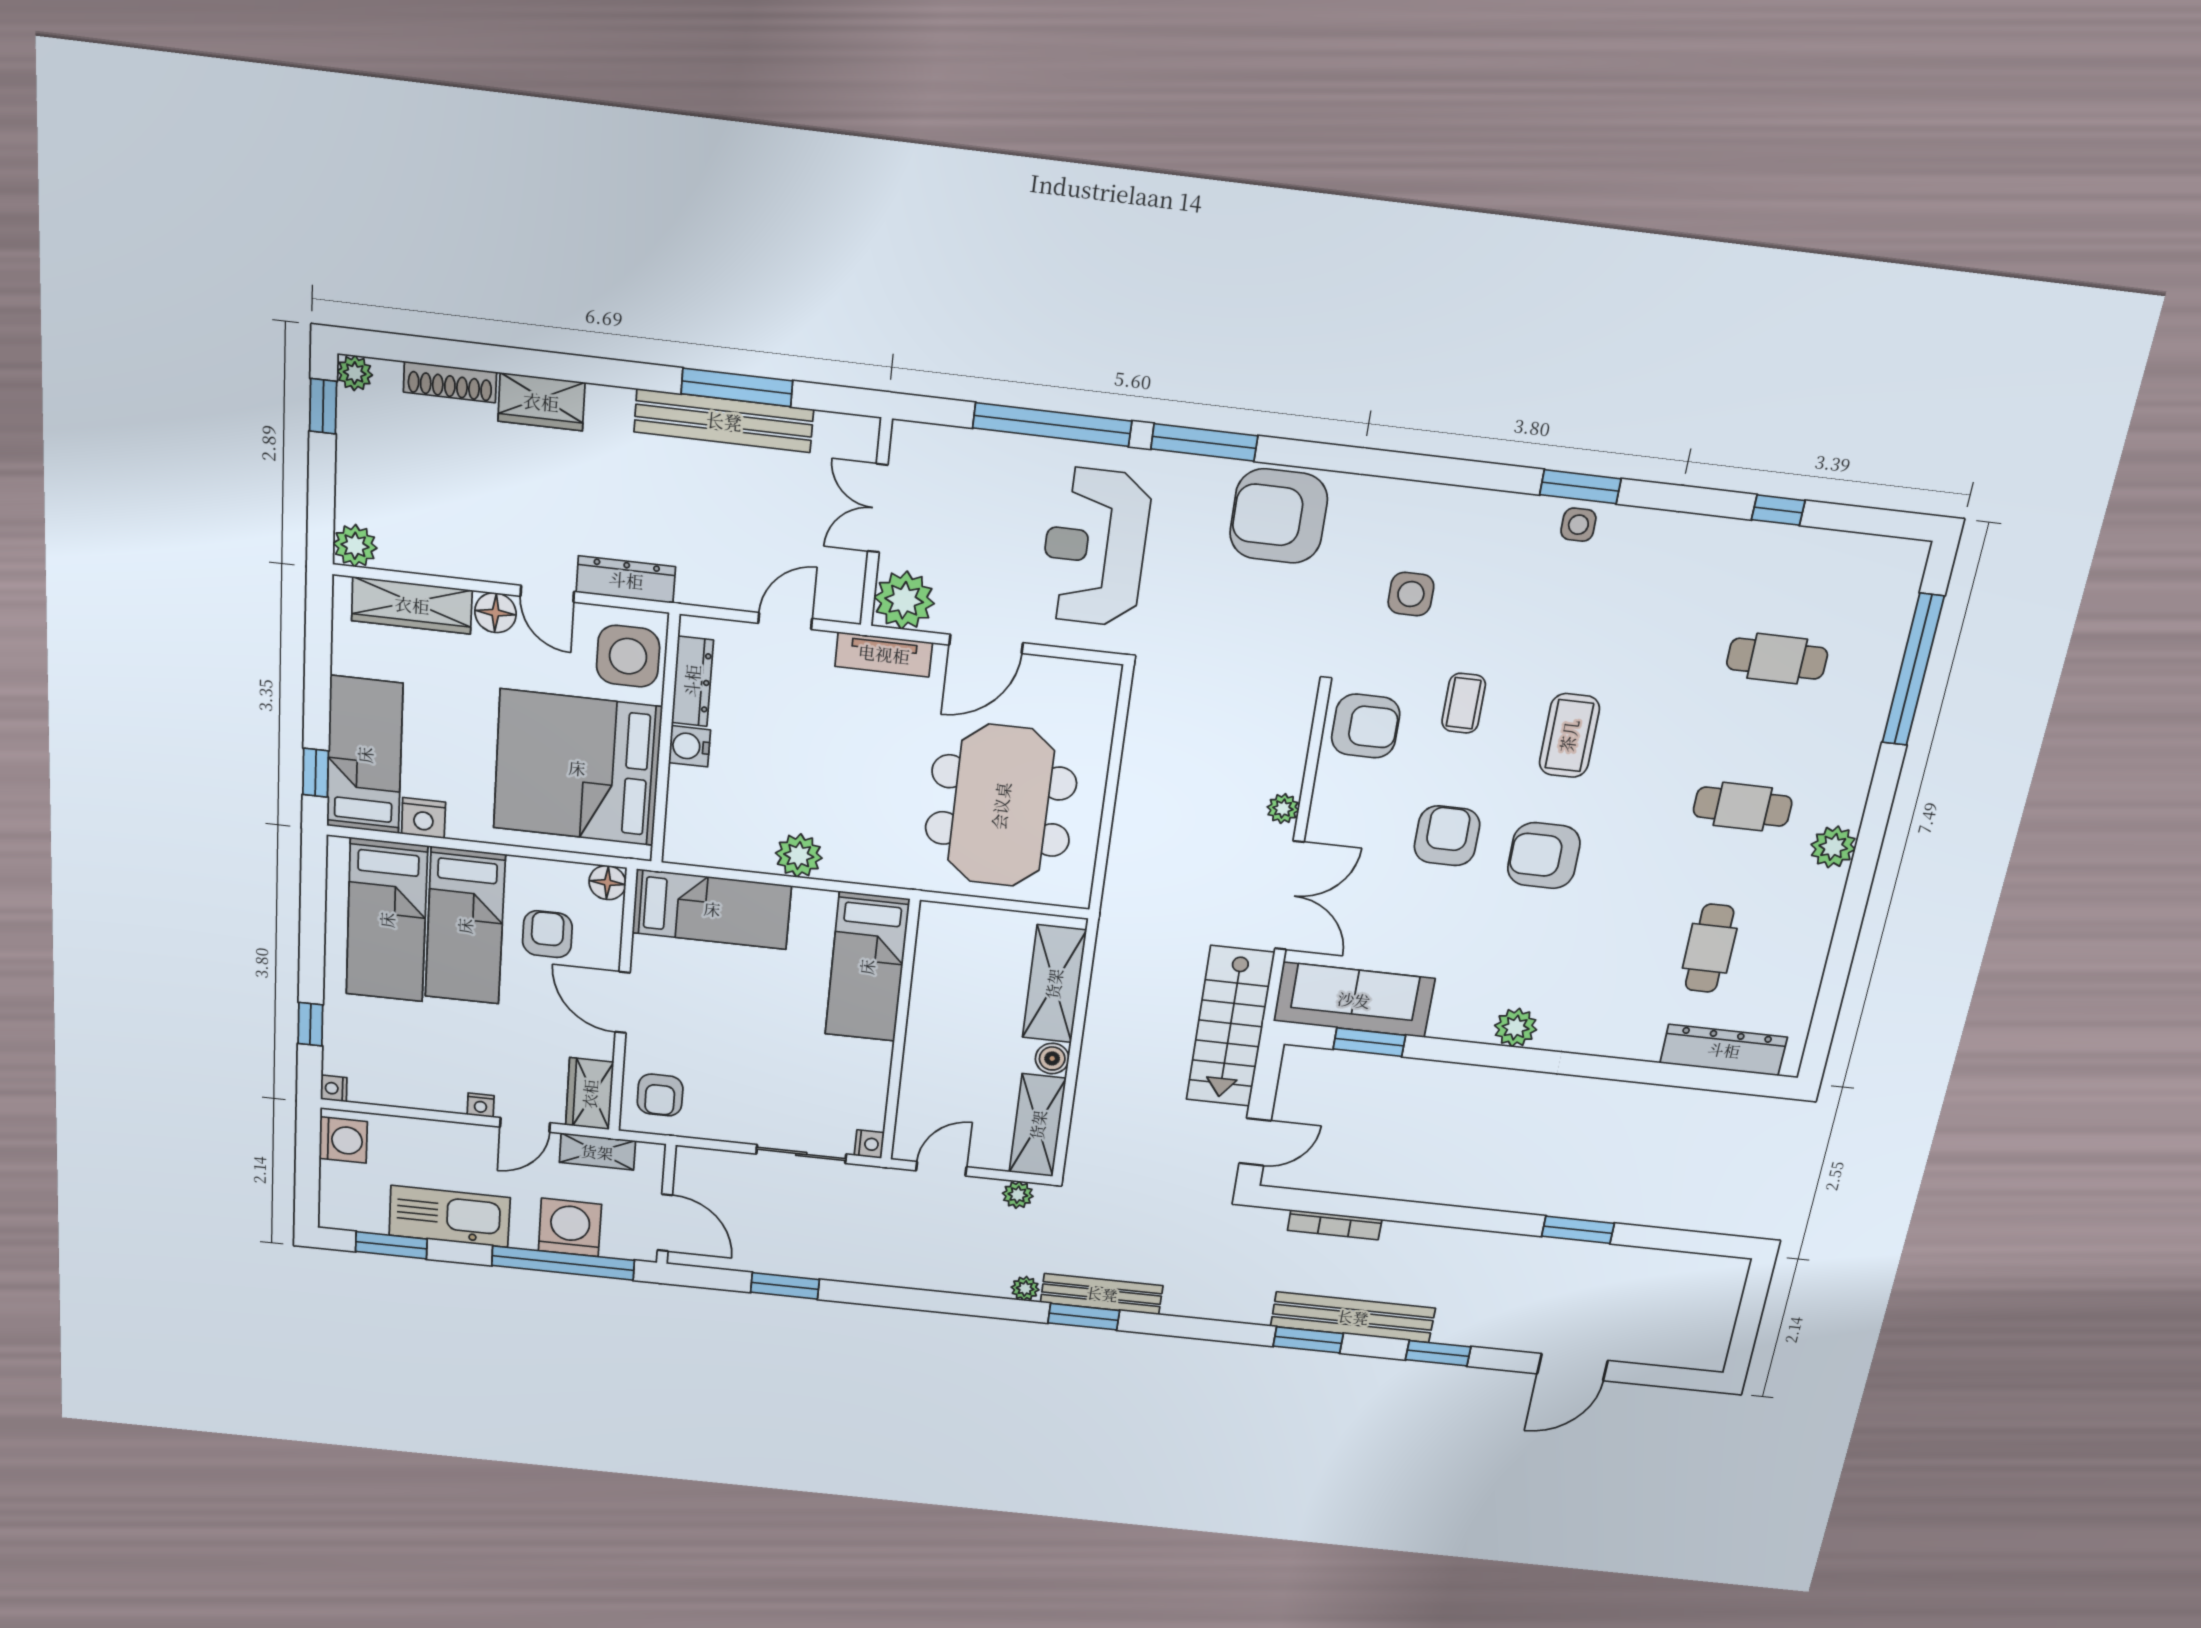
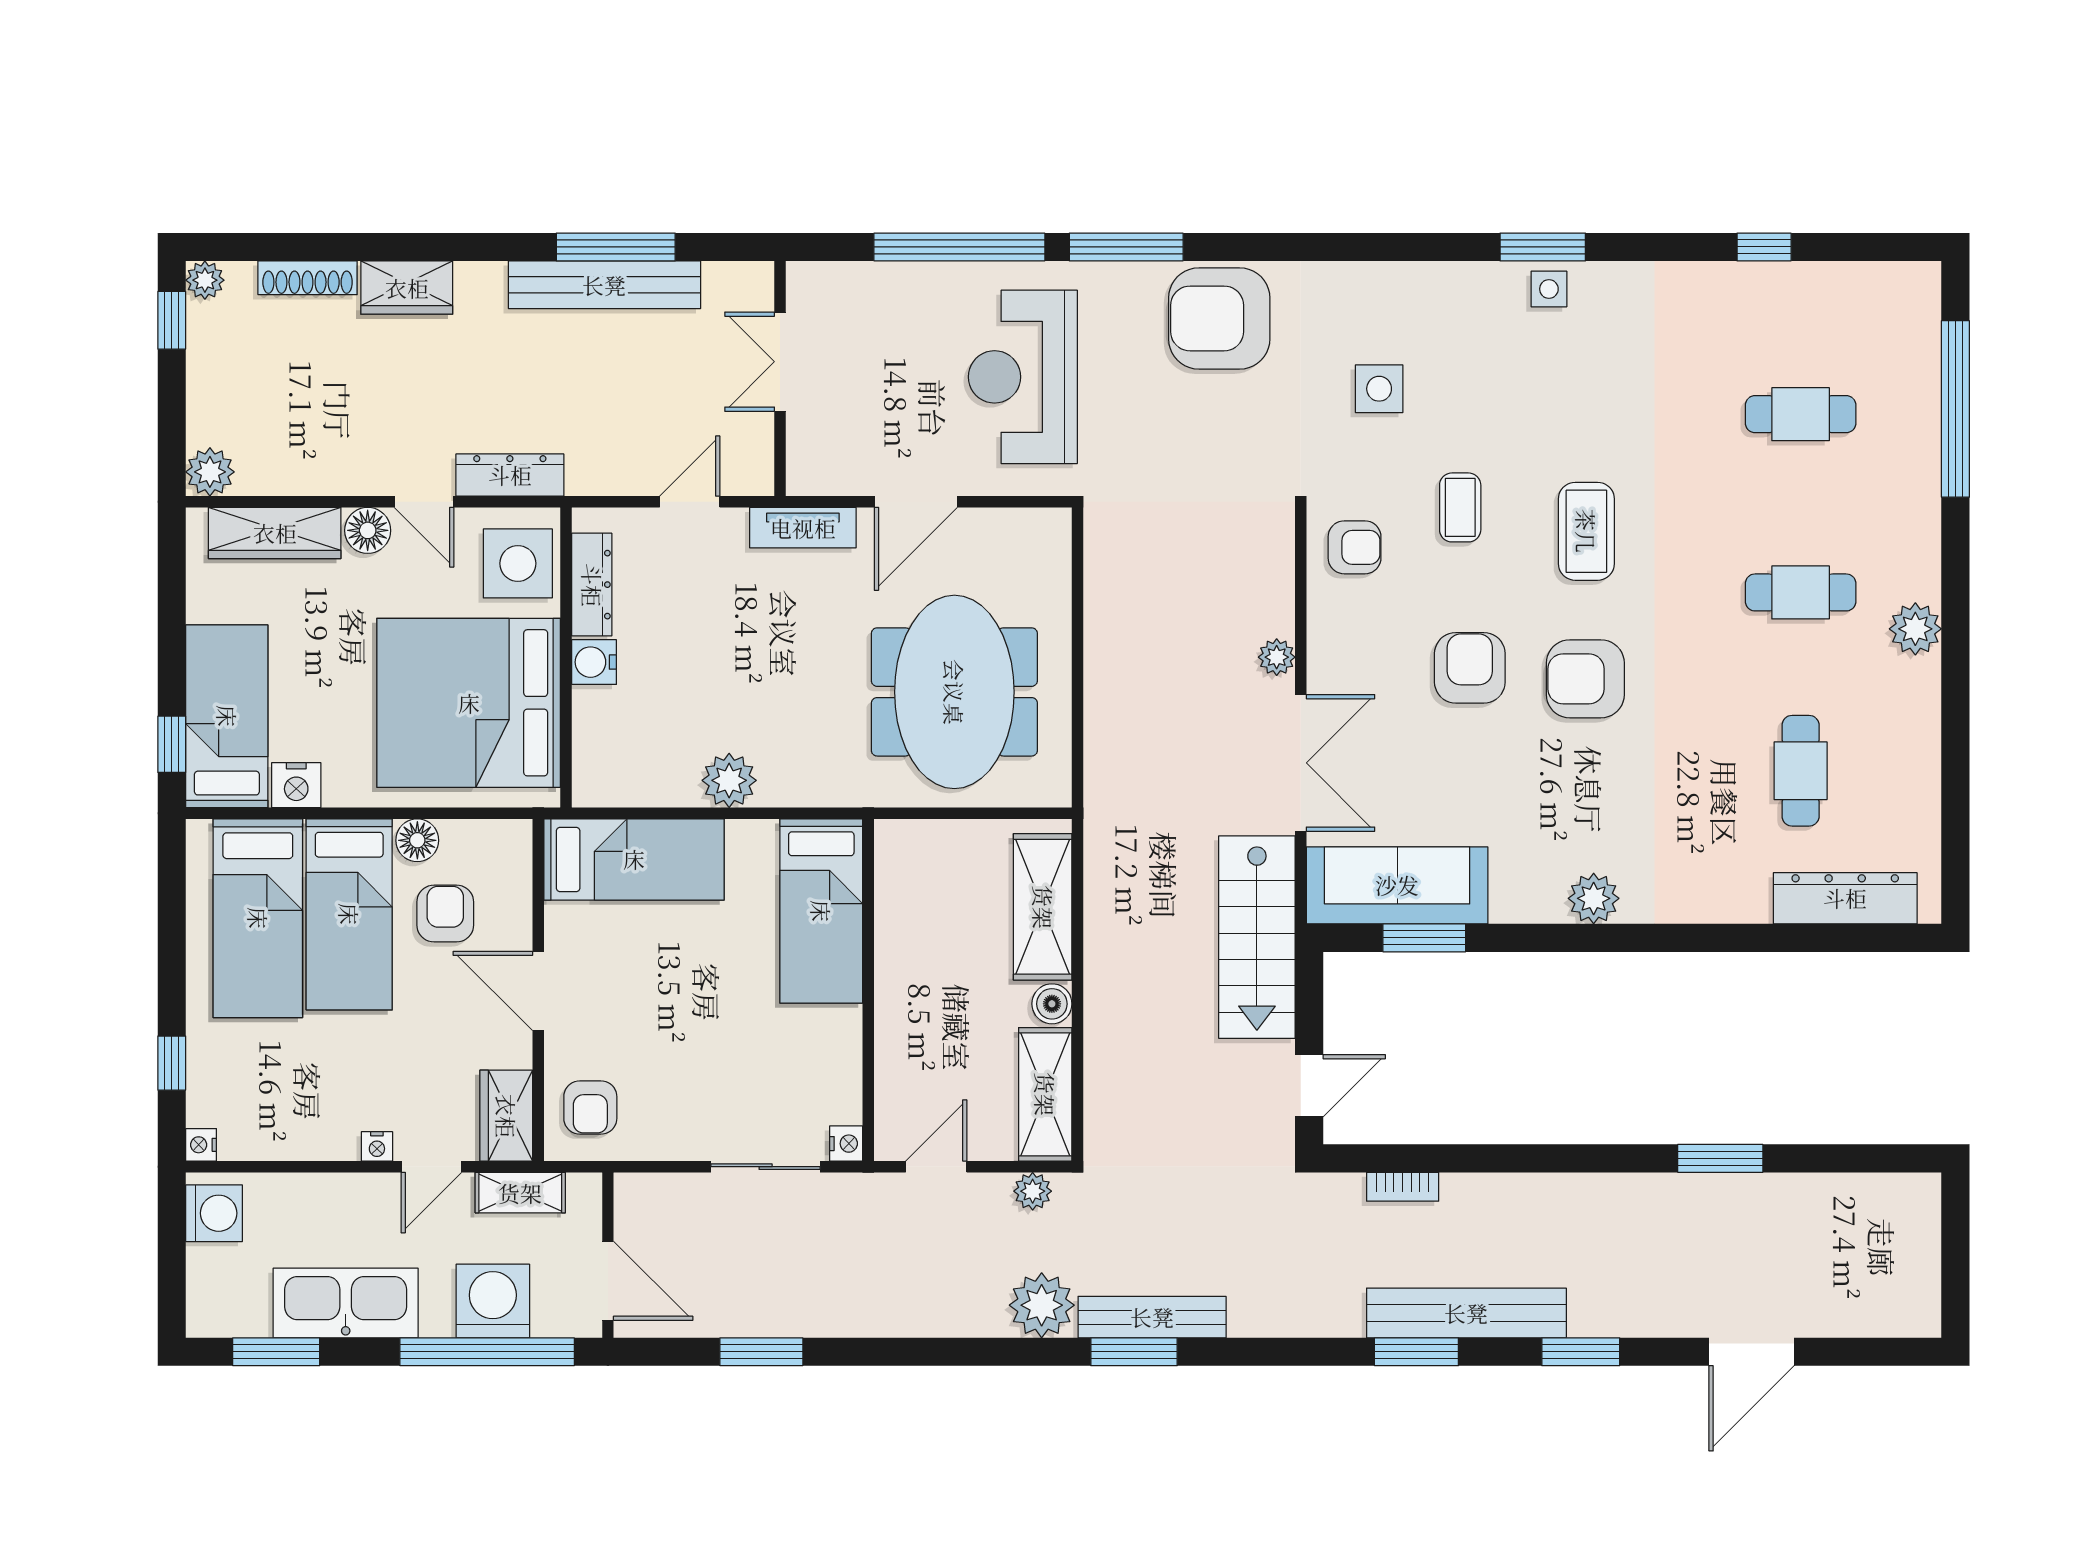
plant: (904, 600) -> (819, 462), removed
armchair: (1366, 726) -> (1355, 547), width x0.72, depth x0.72
floor lamp: (607, 883) -> (417, 840), moved
bookcase: (1335, 1225) -> (1403, 1187), width x0.64
plant: (1025, 1289) -> (1042, 1305), width x1.87, depth x1.87

